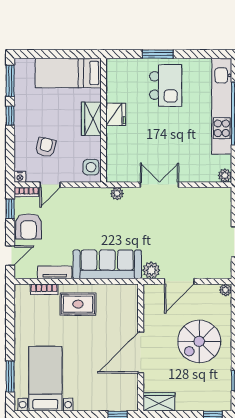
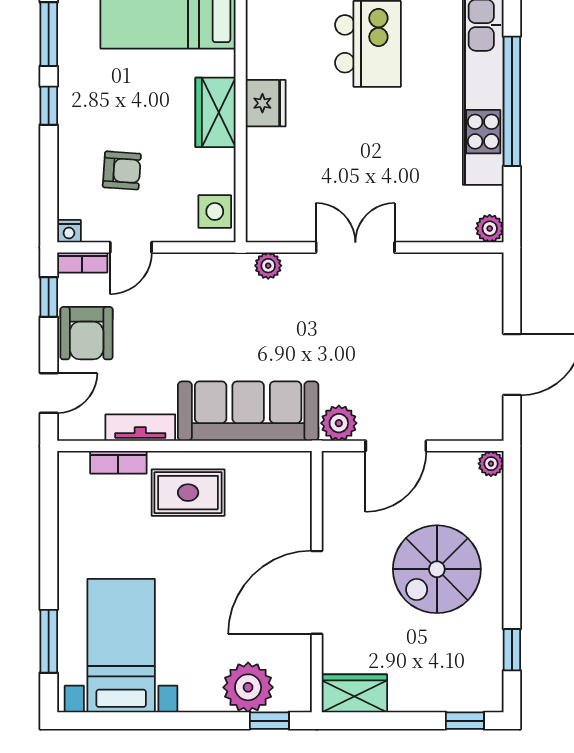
armchair: (46, 147) -> (122, 170), turned 81
plant: (107, 399) -> (248, 687), added

